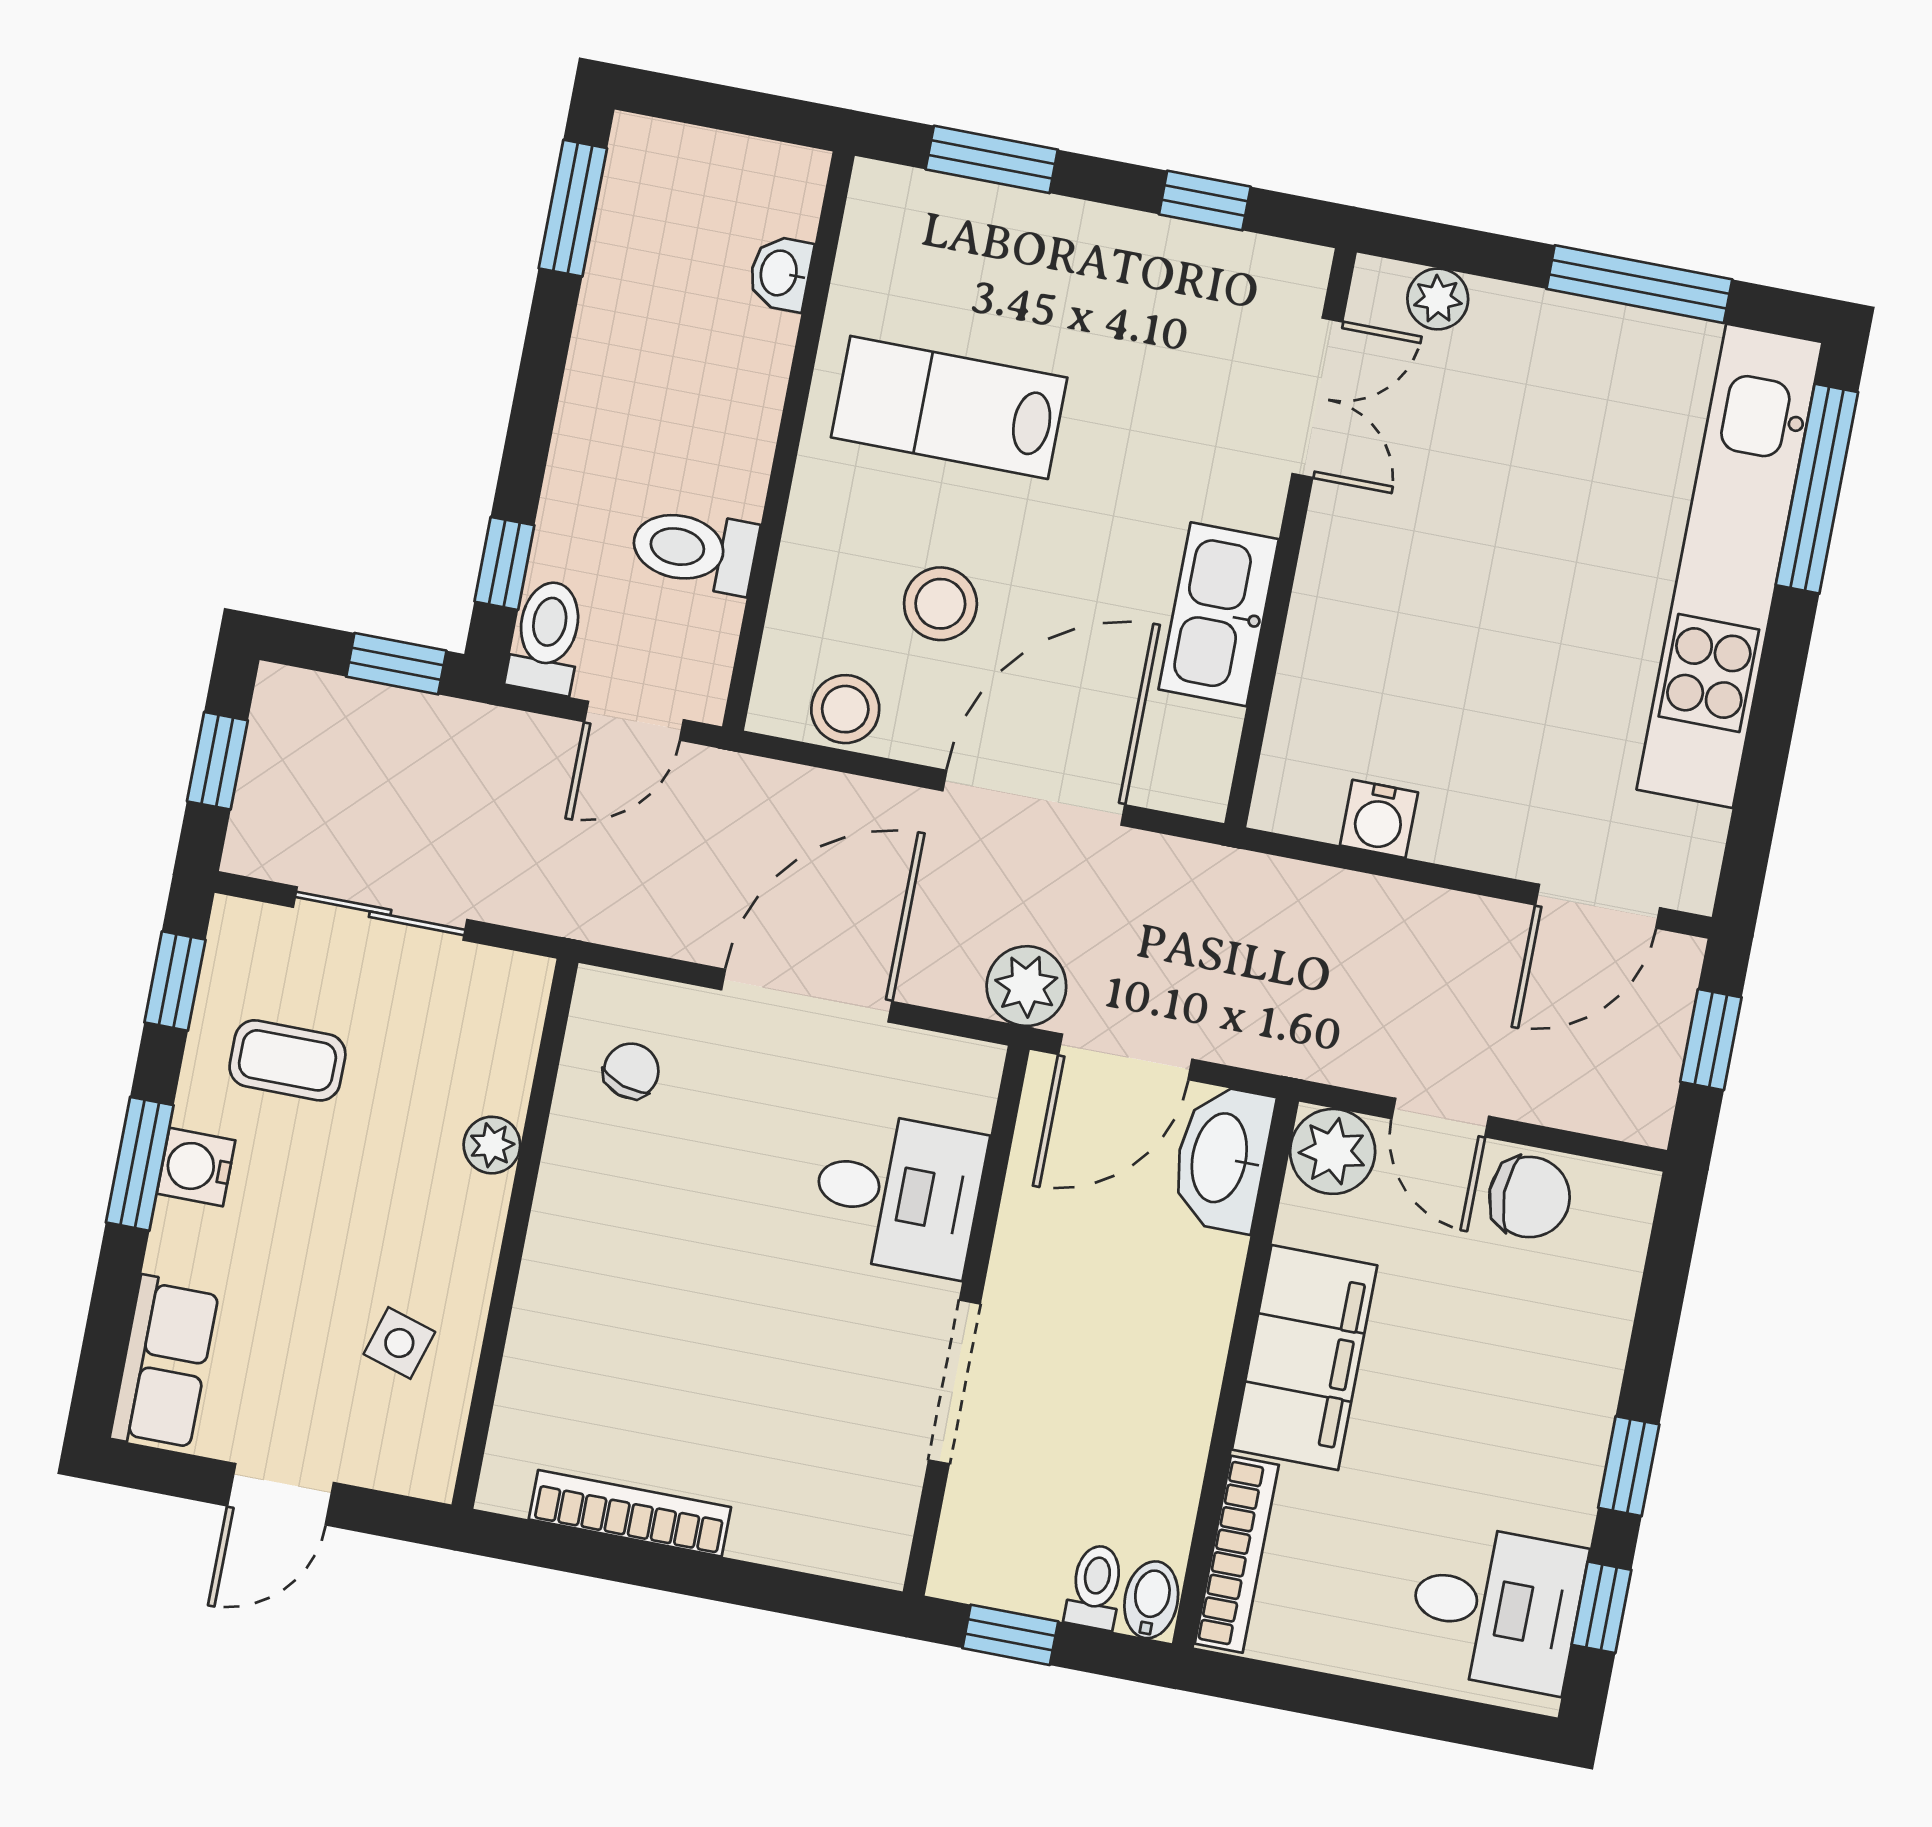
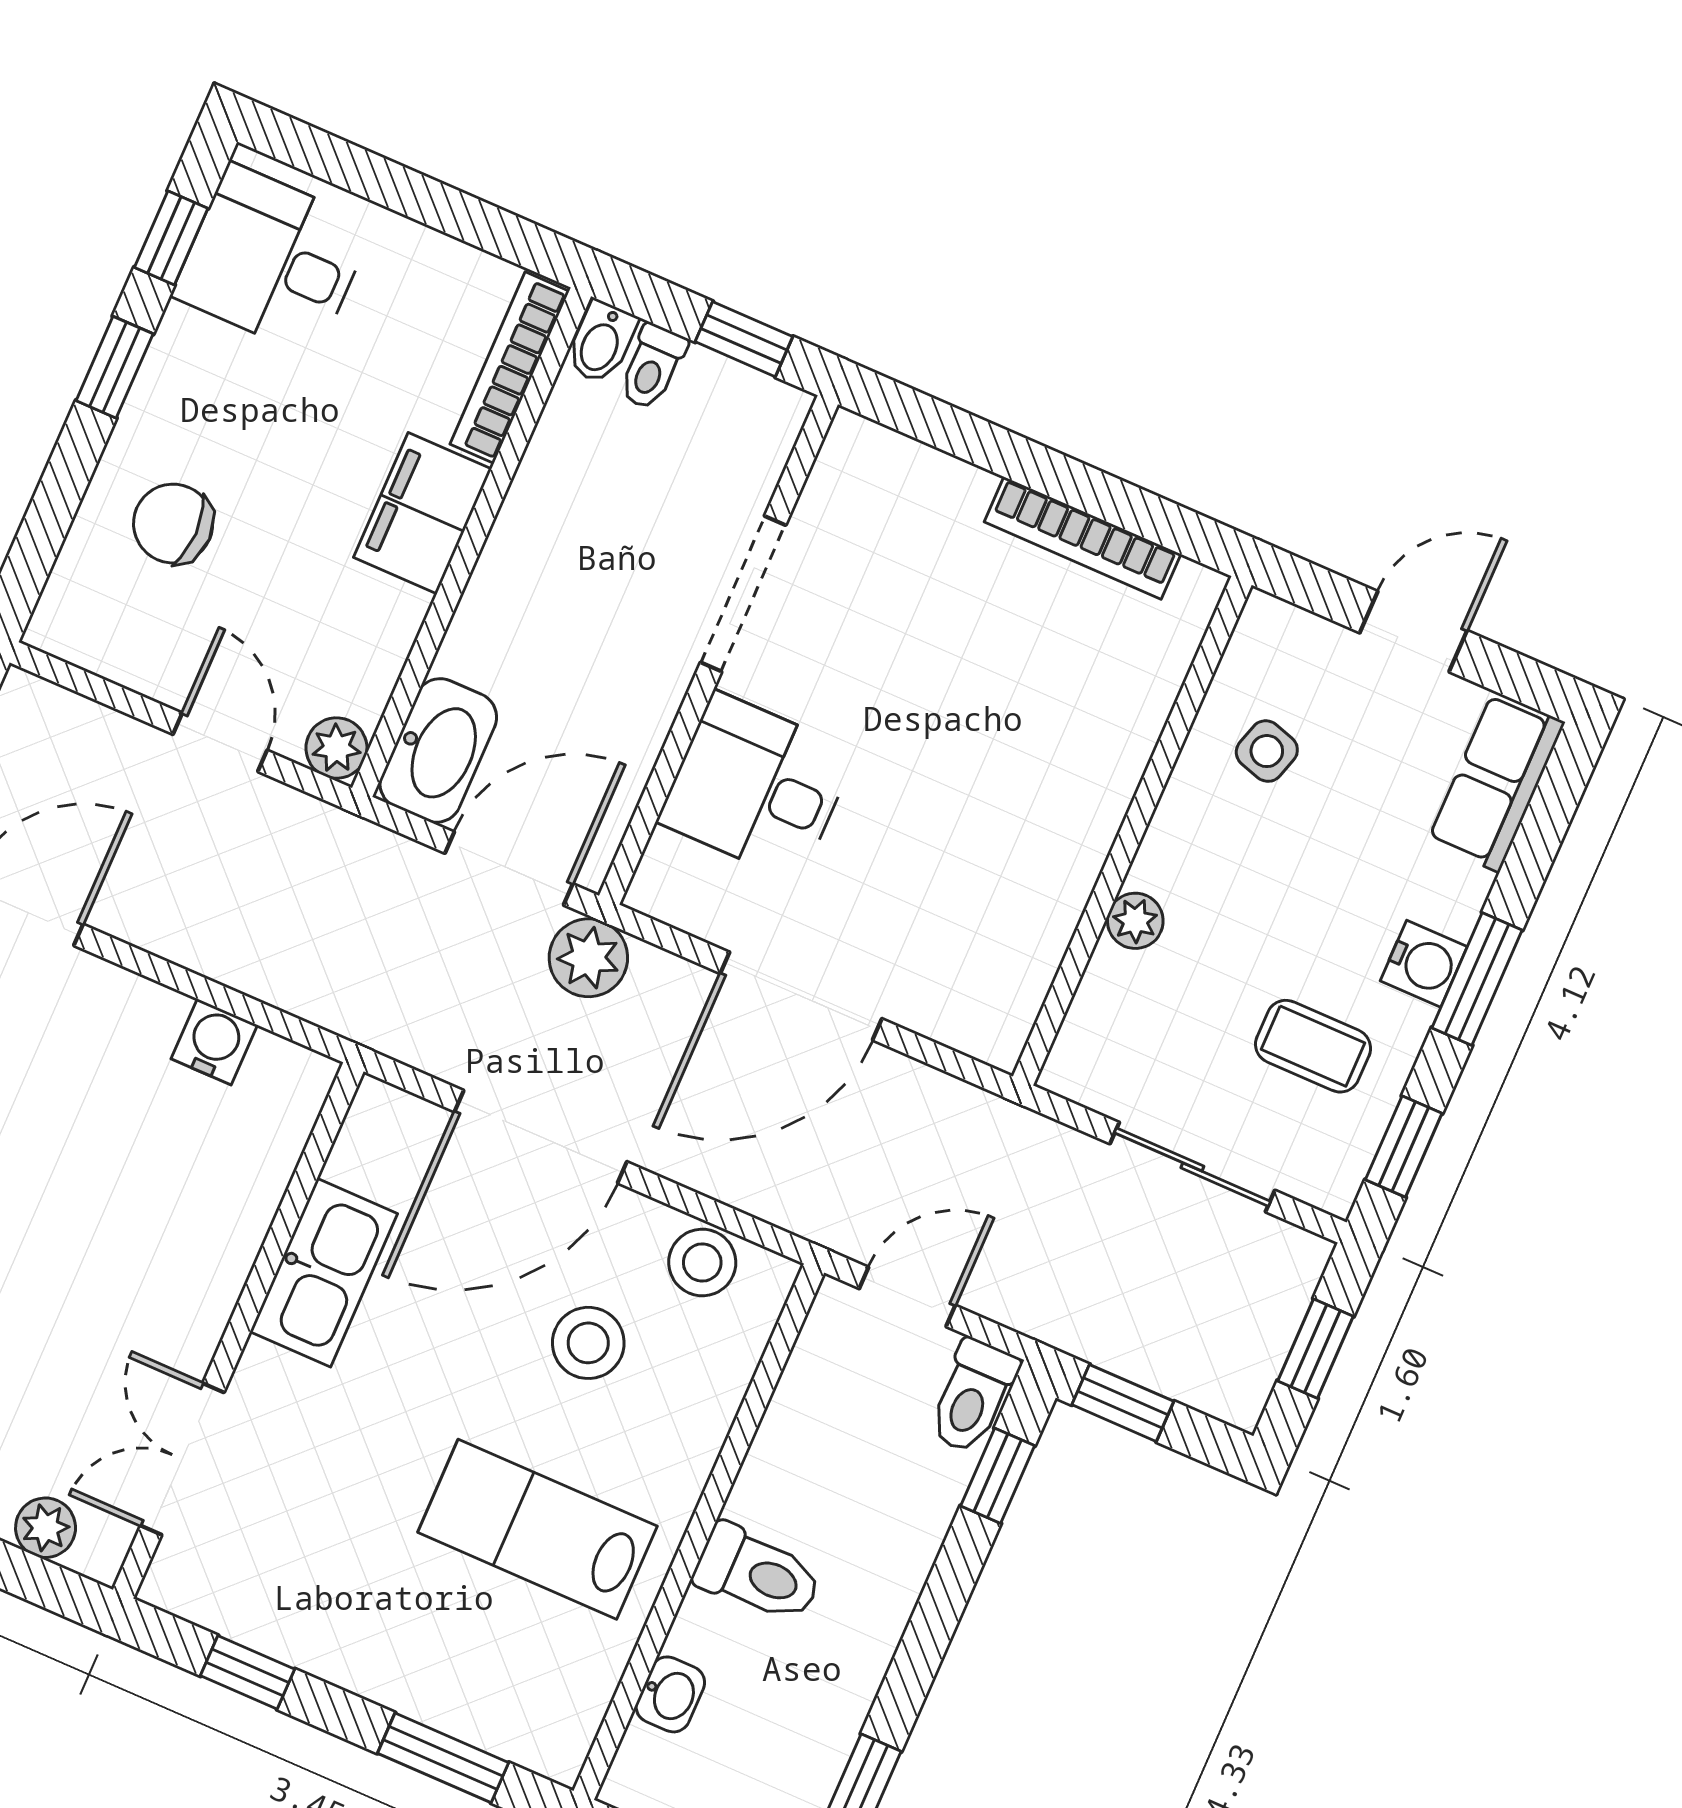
lab bench: (949, 407) -> (537, 1529), turned 180
toilet: (694, 550) -> (758, 1574), moved
chair: (631, 1071) -> (986, 962), removed
plant: (1333, 1151) -> (336, 748), width x0.73, depth x0.73
chair: (1529, 1197) -> (173, 524), moved
filing cabinet: (1305, 1358) -> (423, 513), width x0.67, depth x0.86

